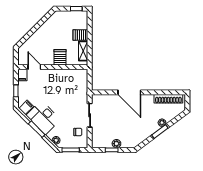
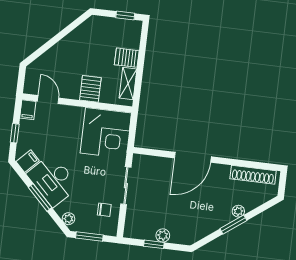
corner desk: (73, 84) -> (106, 133), added
door: (129, 92) -> (193, 157), hinge flipped

